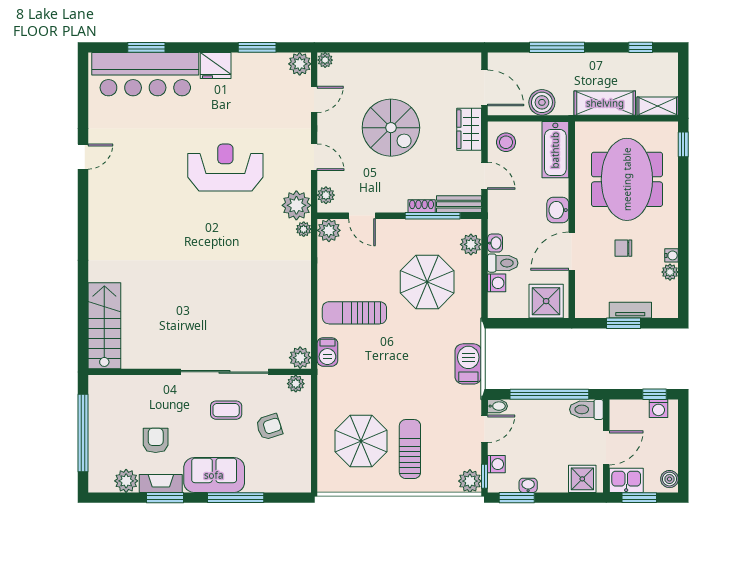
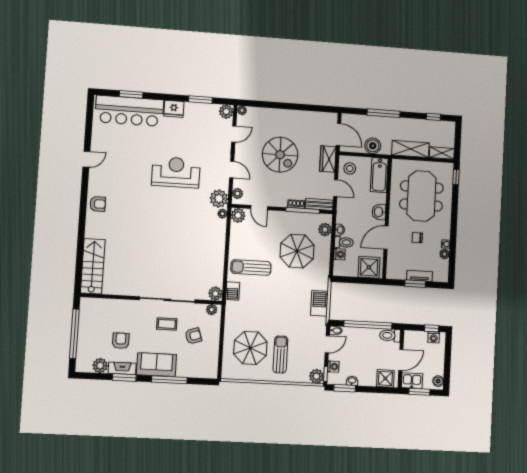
armchair: (105, 226) -> (98, 204), added

